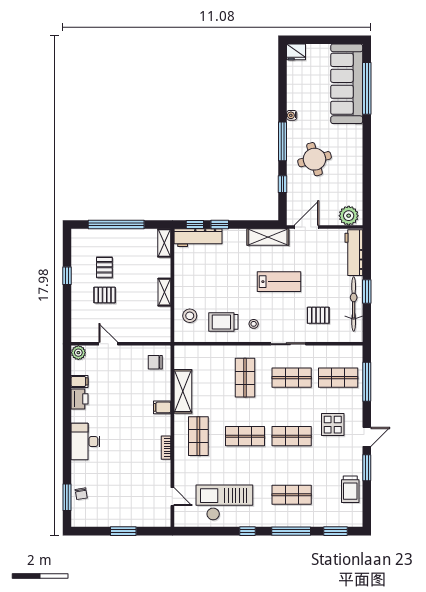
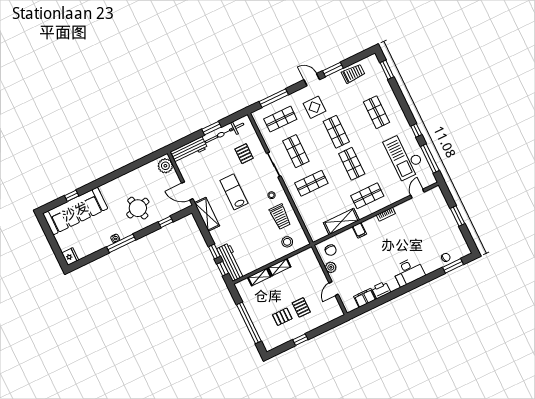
window: (367, 88) -> (72, 196), width x0.32
window: (282, 141) -> (121, 243), moved
shelving: (164, 243) -> (259, 277), moved
plant: (78, 353) -> (331, 267), moved
shop shelf: (338, 378) -> (280, 119), turned 90
filing cabinet: (79, 381) -> (365, 298), width x2.00
window: (291, 531) -> (430, 159), moved

